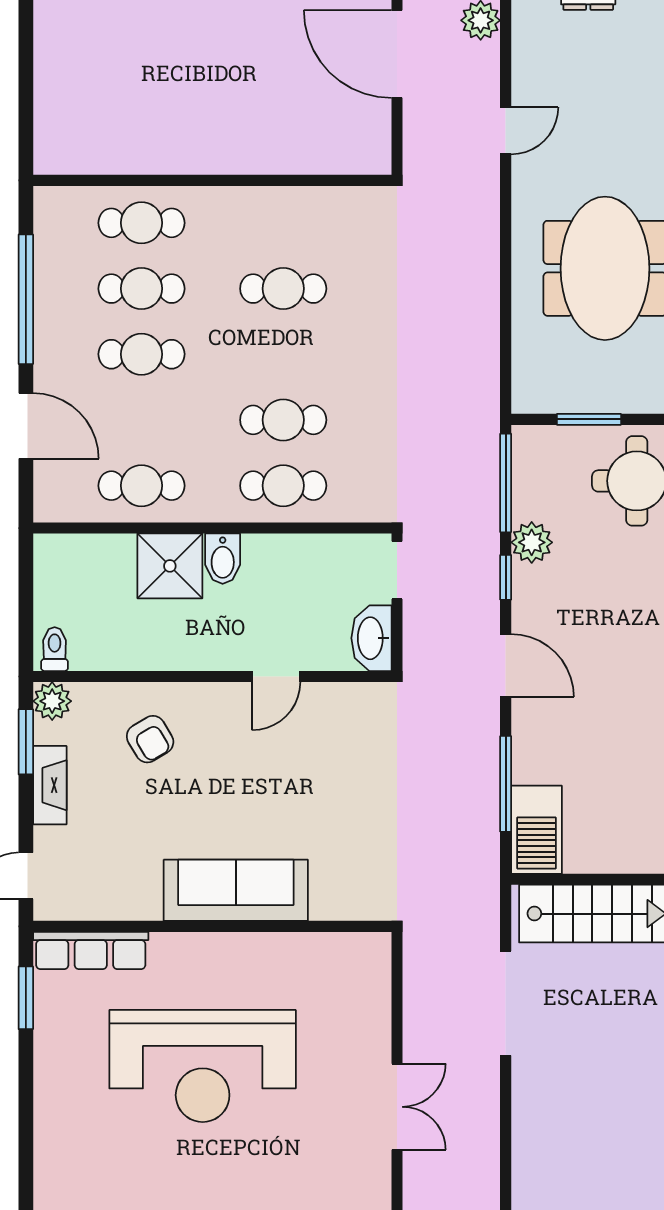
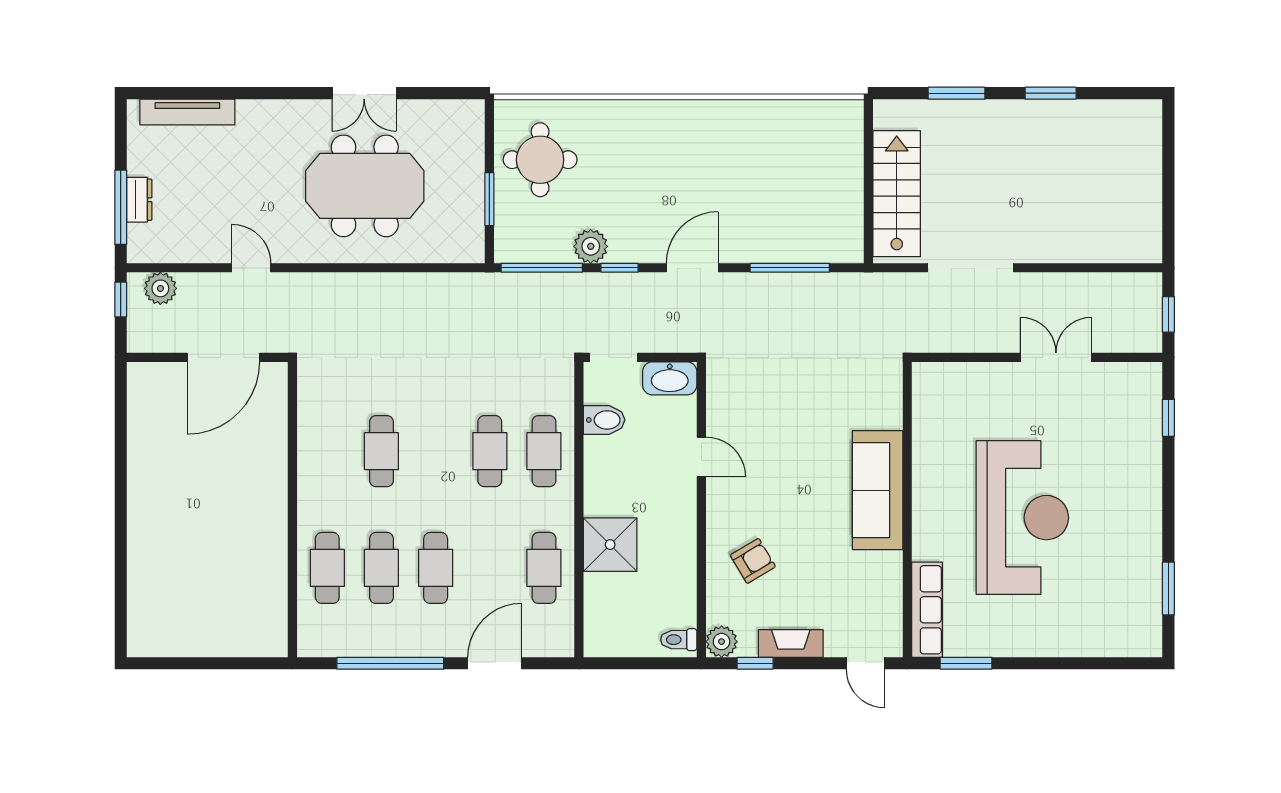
door: (397, 54) -> (223, 357), moved
bidet: (223, 559) -> (604, 420), moved
window: (26, 742) -> (755, 663), width x0.67
barbecue: (537, 830) -> (828, 242), removed

